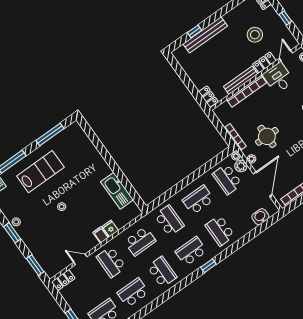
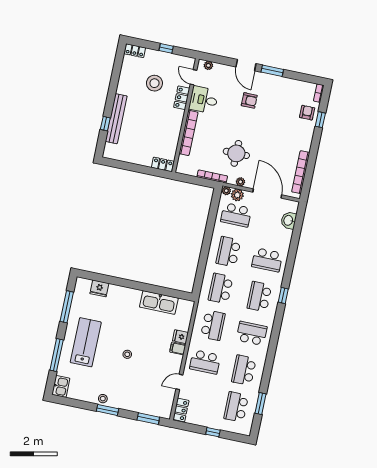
bench: (241, 80) -> (176, 129), removed
fridge: (85, 143) -> (99, 288), added
school desk: (169, 221) -> (221, 288), turned -90

